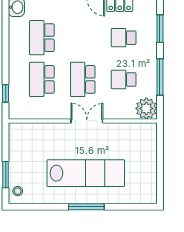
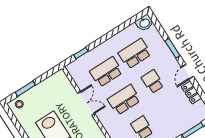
school desk: (124, 38) -> (153, 82), moved
double door: (87, 121) -> (86, 103), moved

